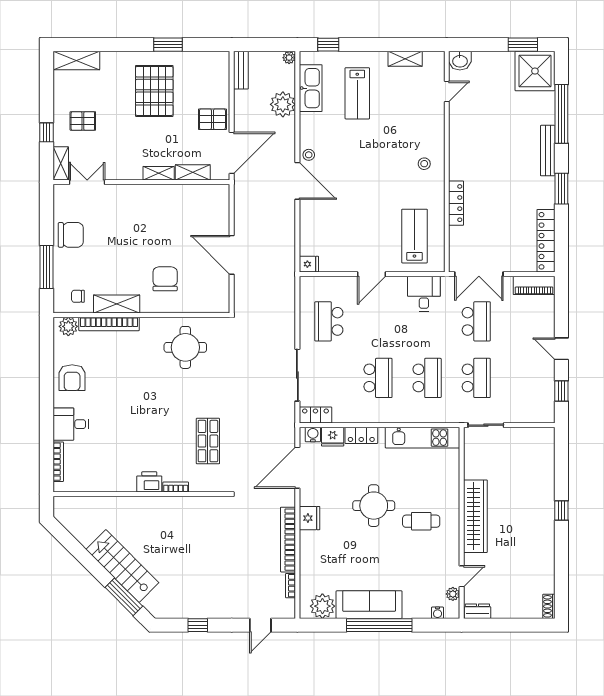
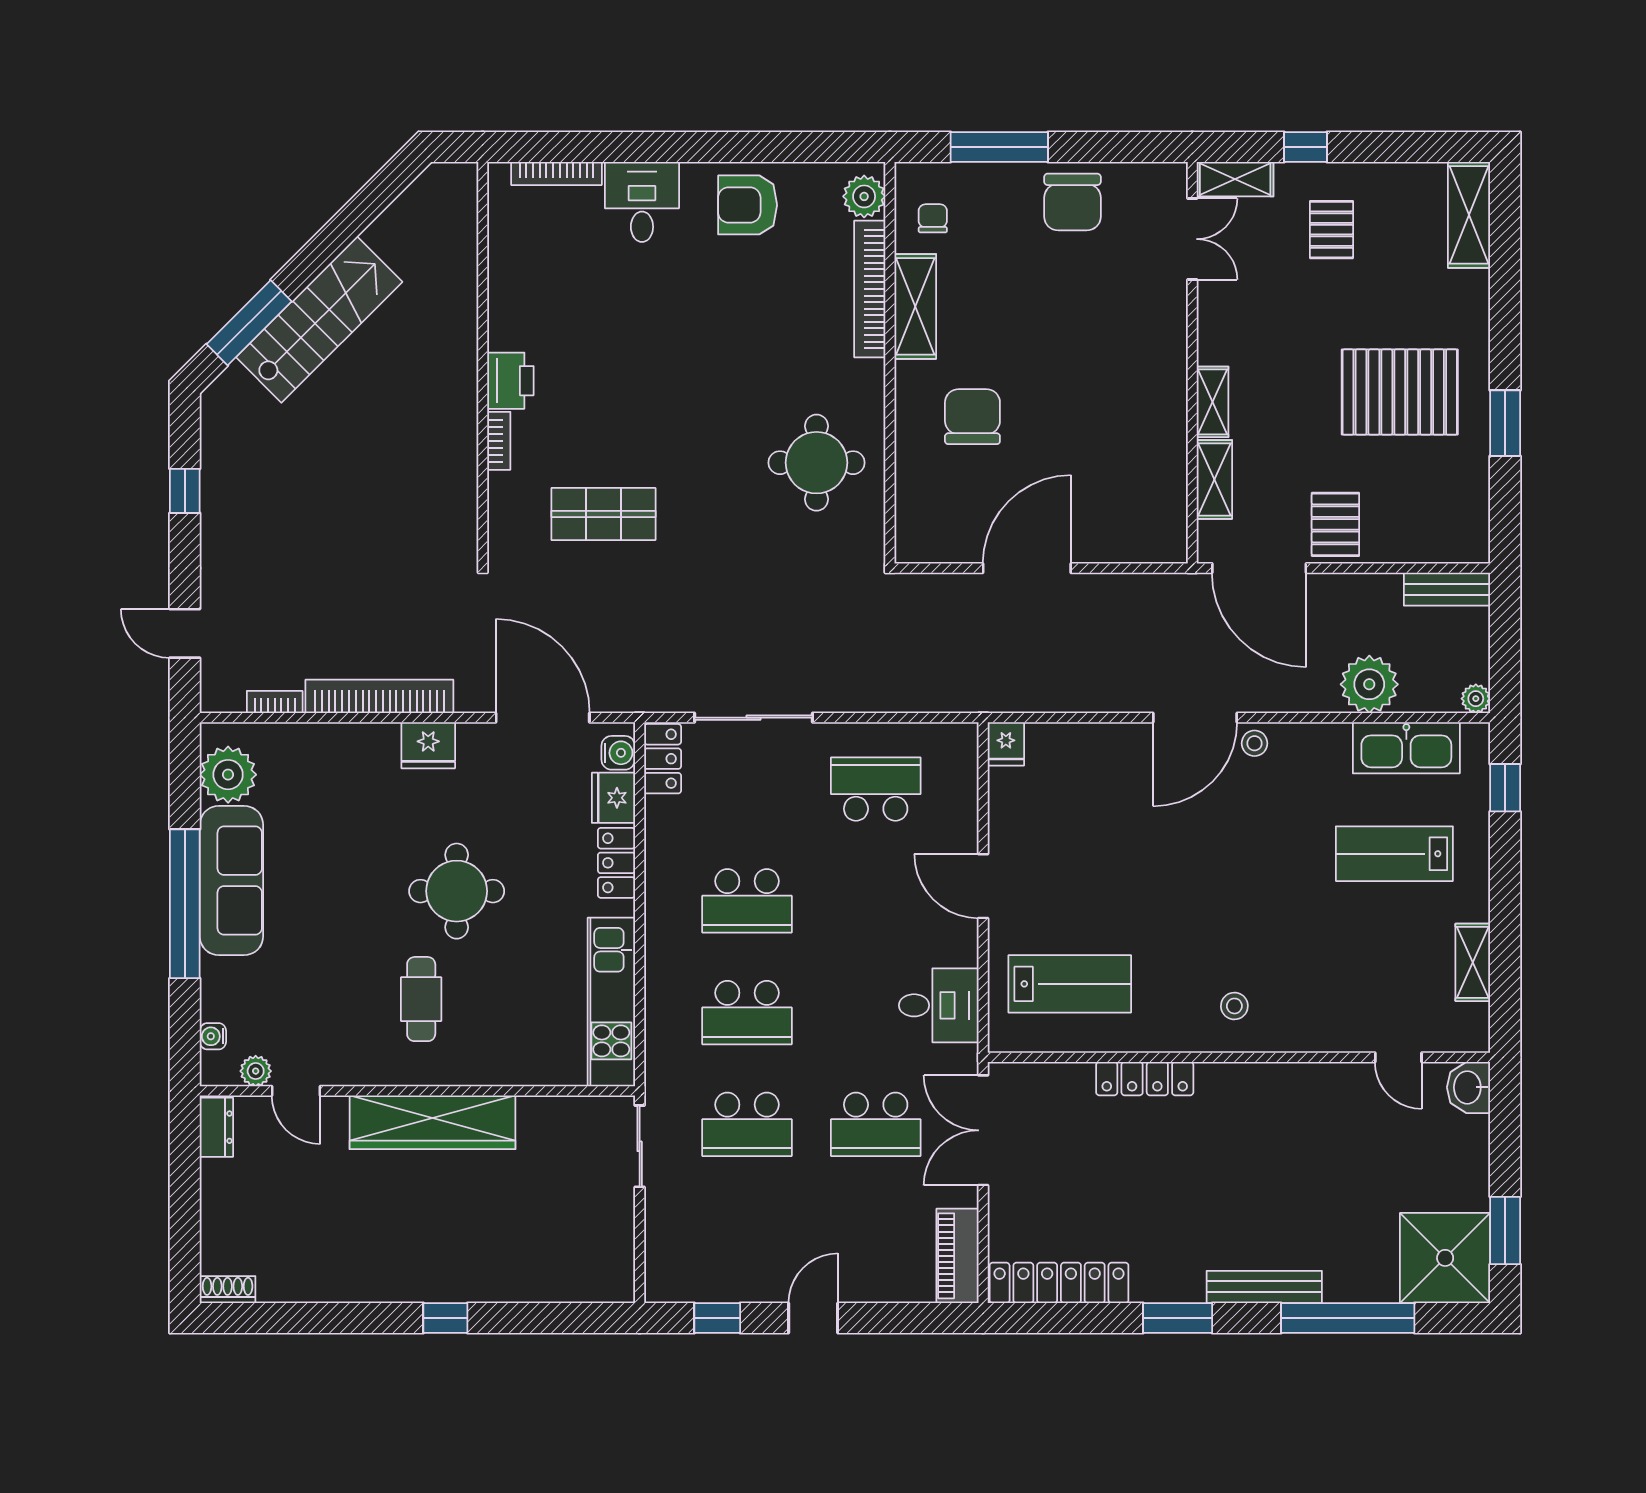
chair: (165, 279) -> (972, 417), turned -90

